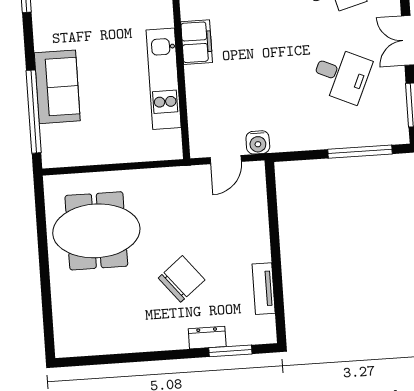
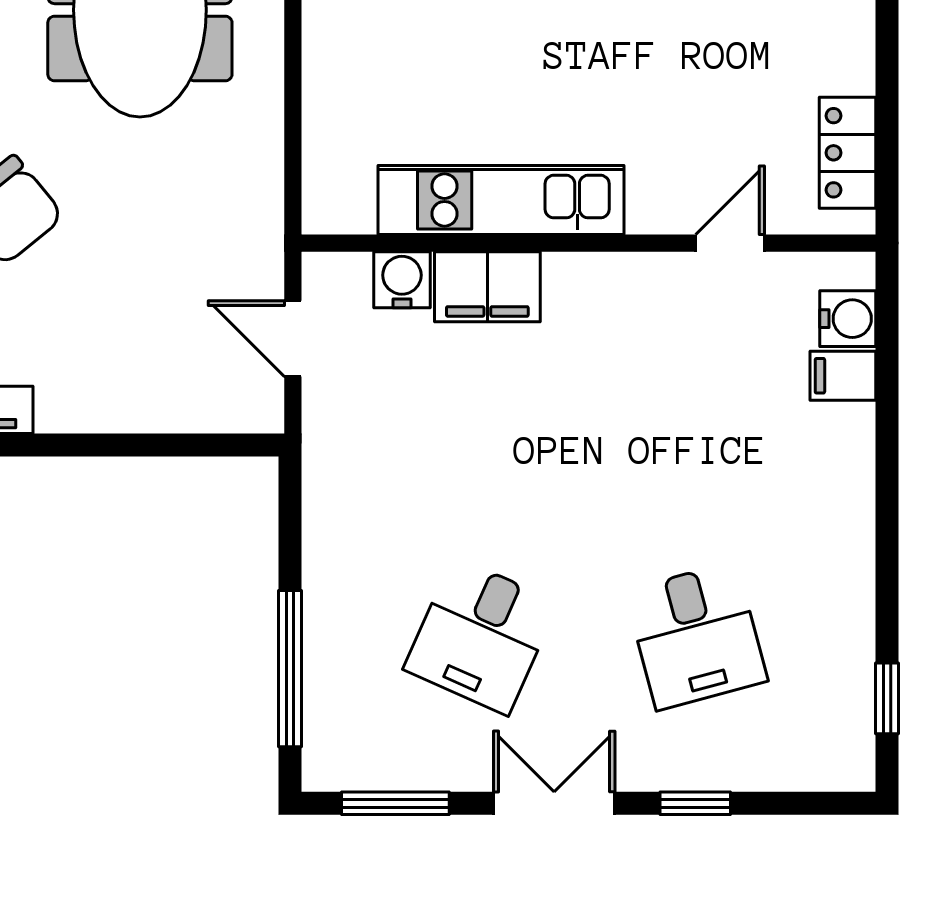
filing cabinet: (197, 42) -> (487, 287), moved
water cooler: (258, 142) -> (402, 280), moved, turned 90

